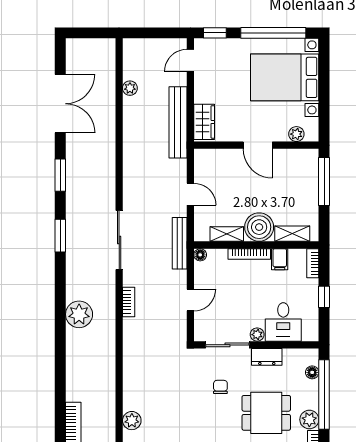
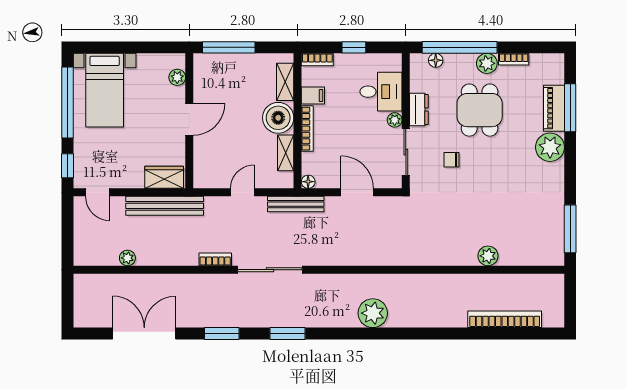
bed with nightstands: (285, 77) -> (105, 90), width x0.73
sliding door: (119, 240) -> (270, 270), moved
door: (190, 300) -> (357, 192), width x1.38
bookcase: (129, 302) -> (215, 259), moved

